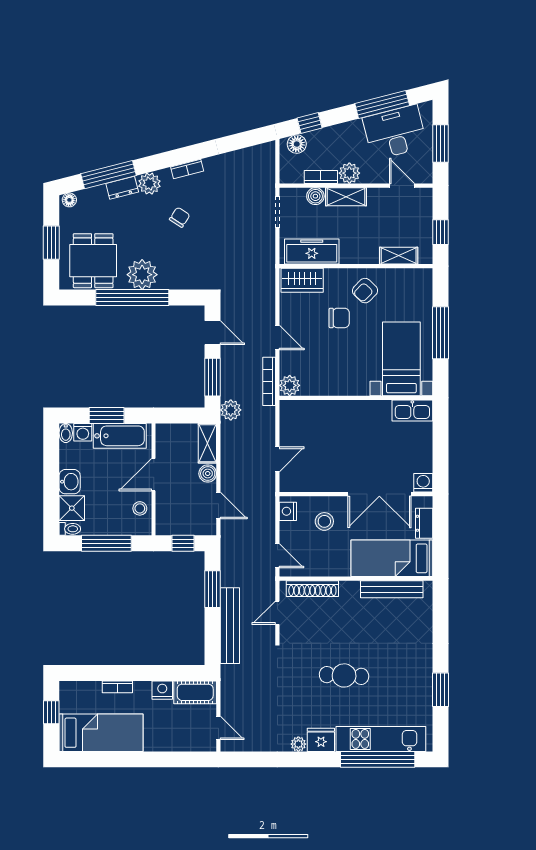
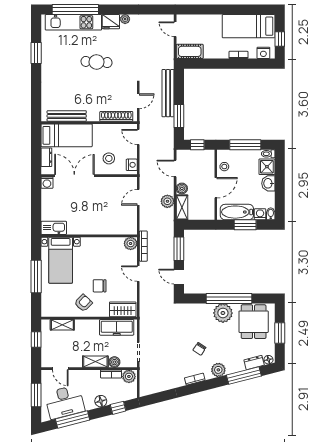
floor lamp: (297, 144) -> (101, 401), moved
plant: (349, 173) -> (129, 376), moved
dresser: (122, 188) -> (254, 363), moved
plant: (231, 410) -> (167, 201), moved
nightstand: (162, 690) -> (263, 53), moved

